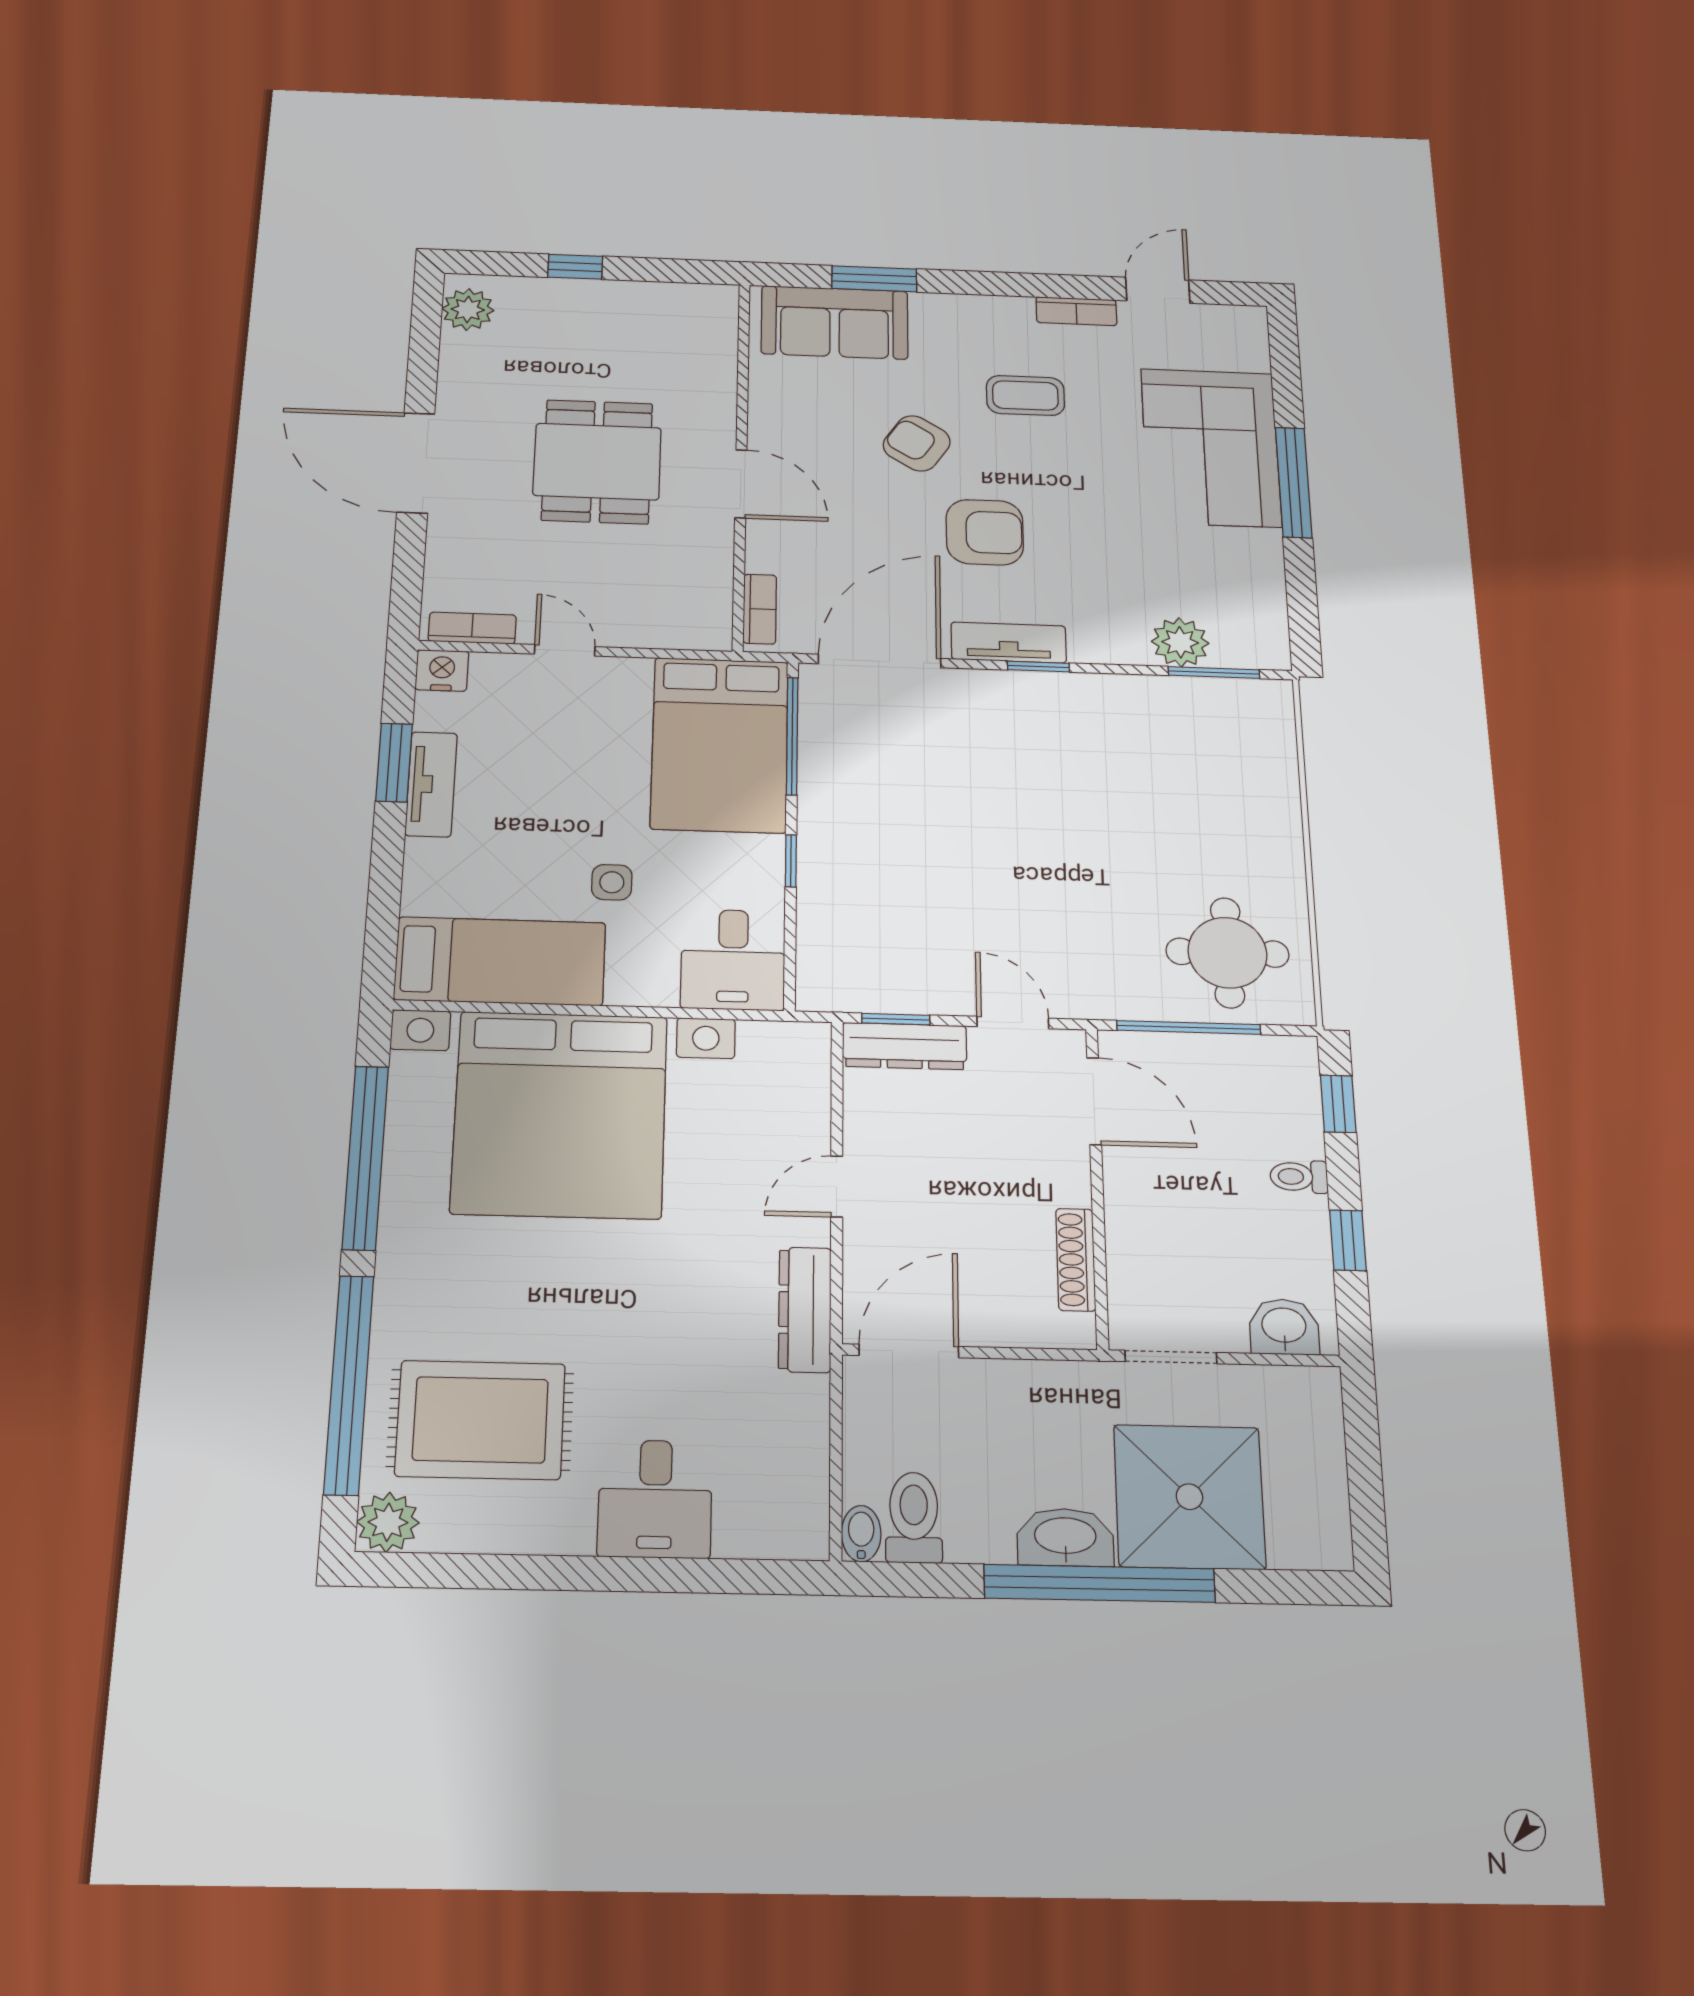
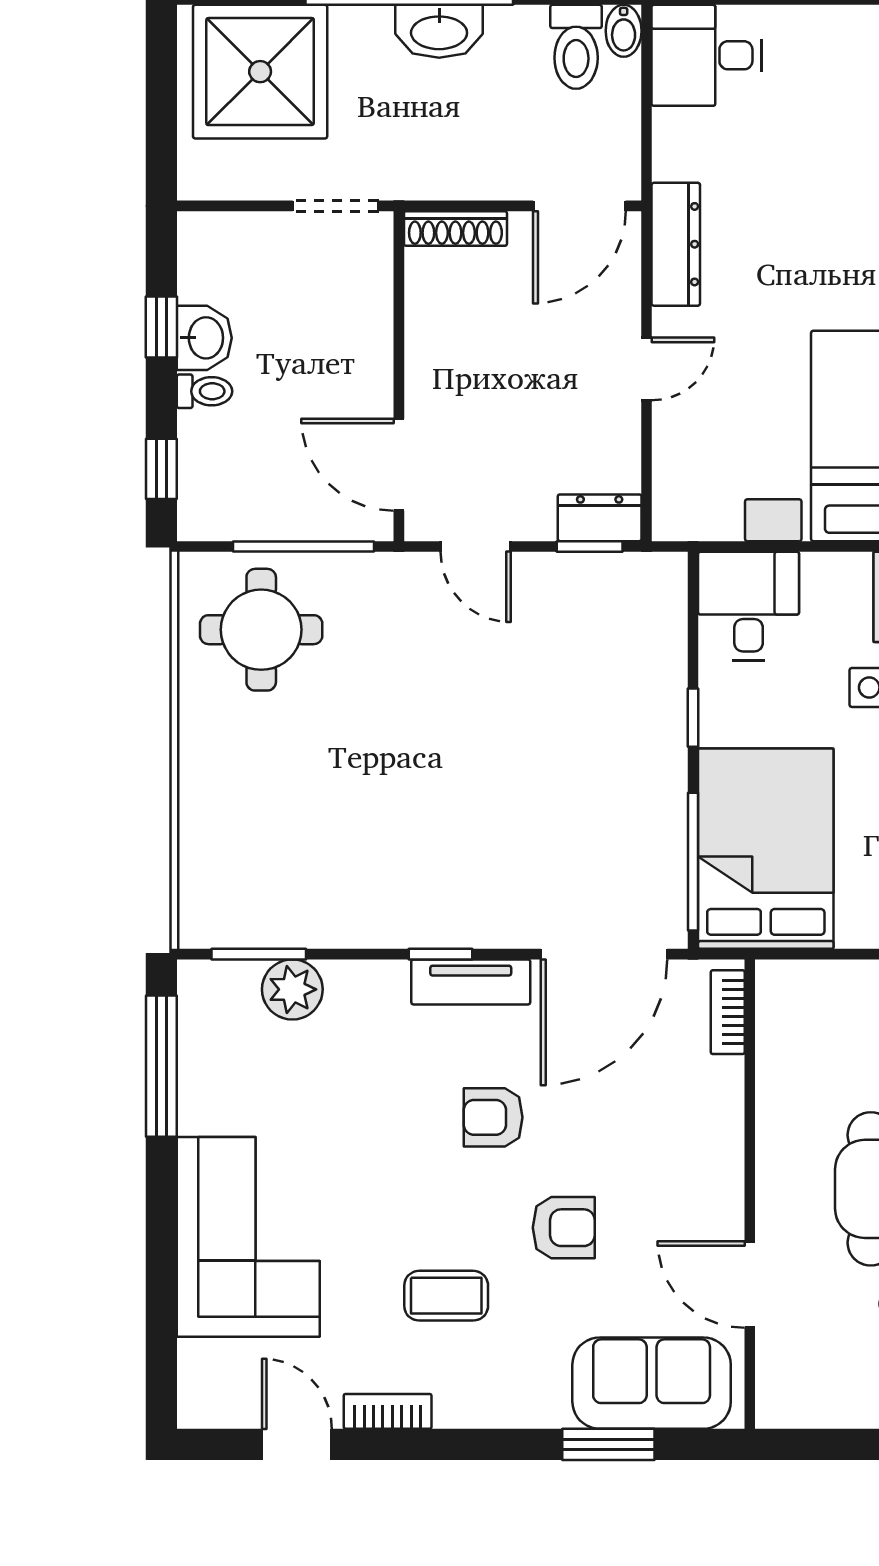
door: (1158, 290) -> (297, 1444), swing flipped
armchair: (917, 443) -> (564, 1228), turned -33
window: (1294, 482) -> (161, 1066), moved
door: (741, 484) -> (750, 1285), moved
armchair: (985, 532) -> (493, 1117), width x0.72, depth x0.72
dresser: (905, 1046) -> (600, 518), width x0.70
shoe rack: (1076, 1260) -> (455, 228), moved, turned 90
washbasin: (1284, 1327) -> (204, 338), moved, turned -90
shower: (1189, 1497) -> (260, 72), moved
desk: (655, 1499) -> (706, 55), moved, turned -90

